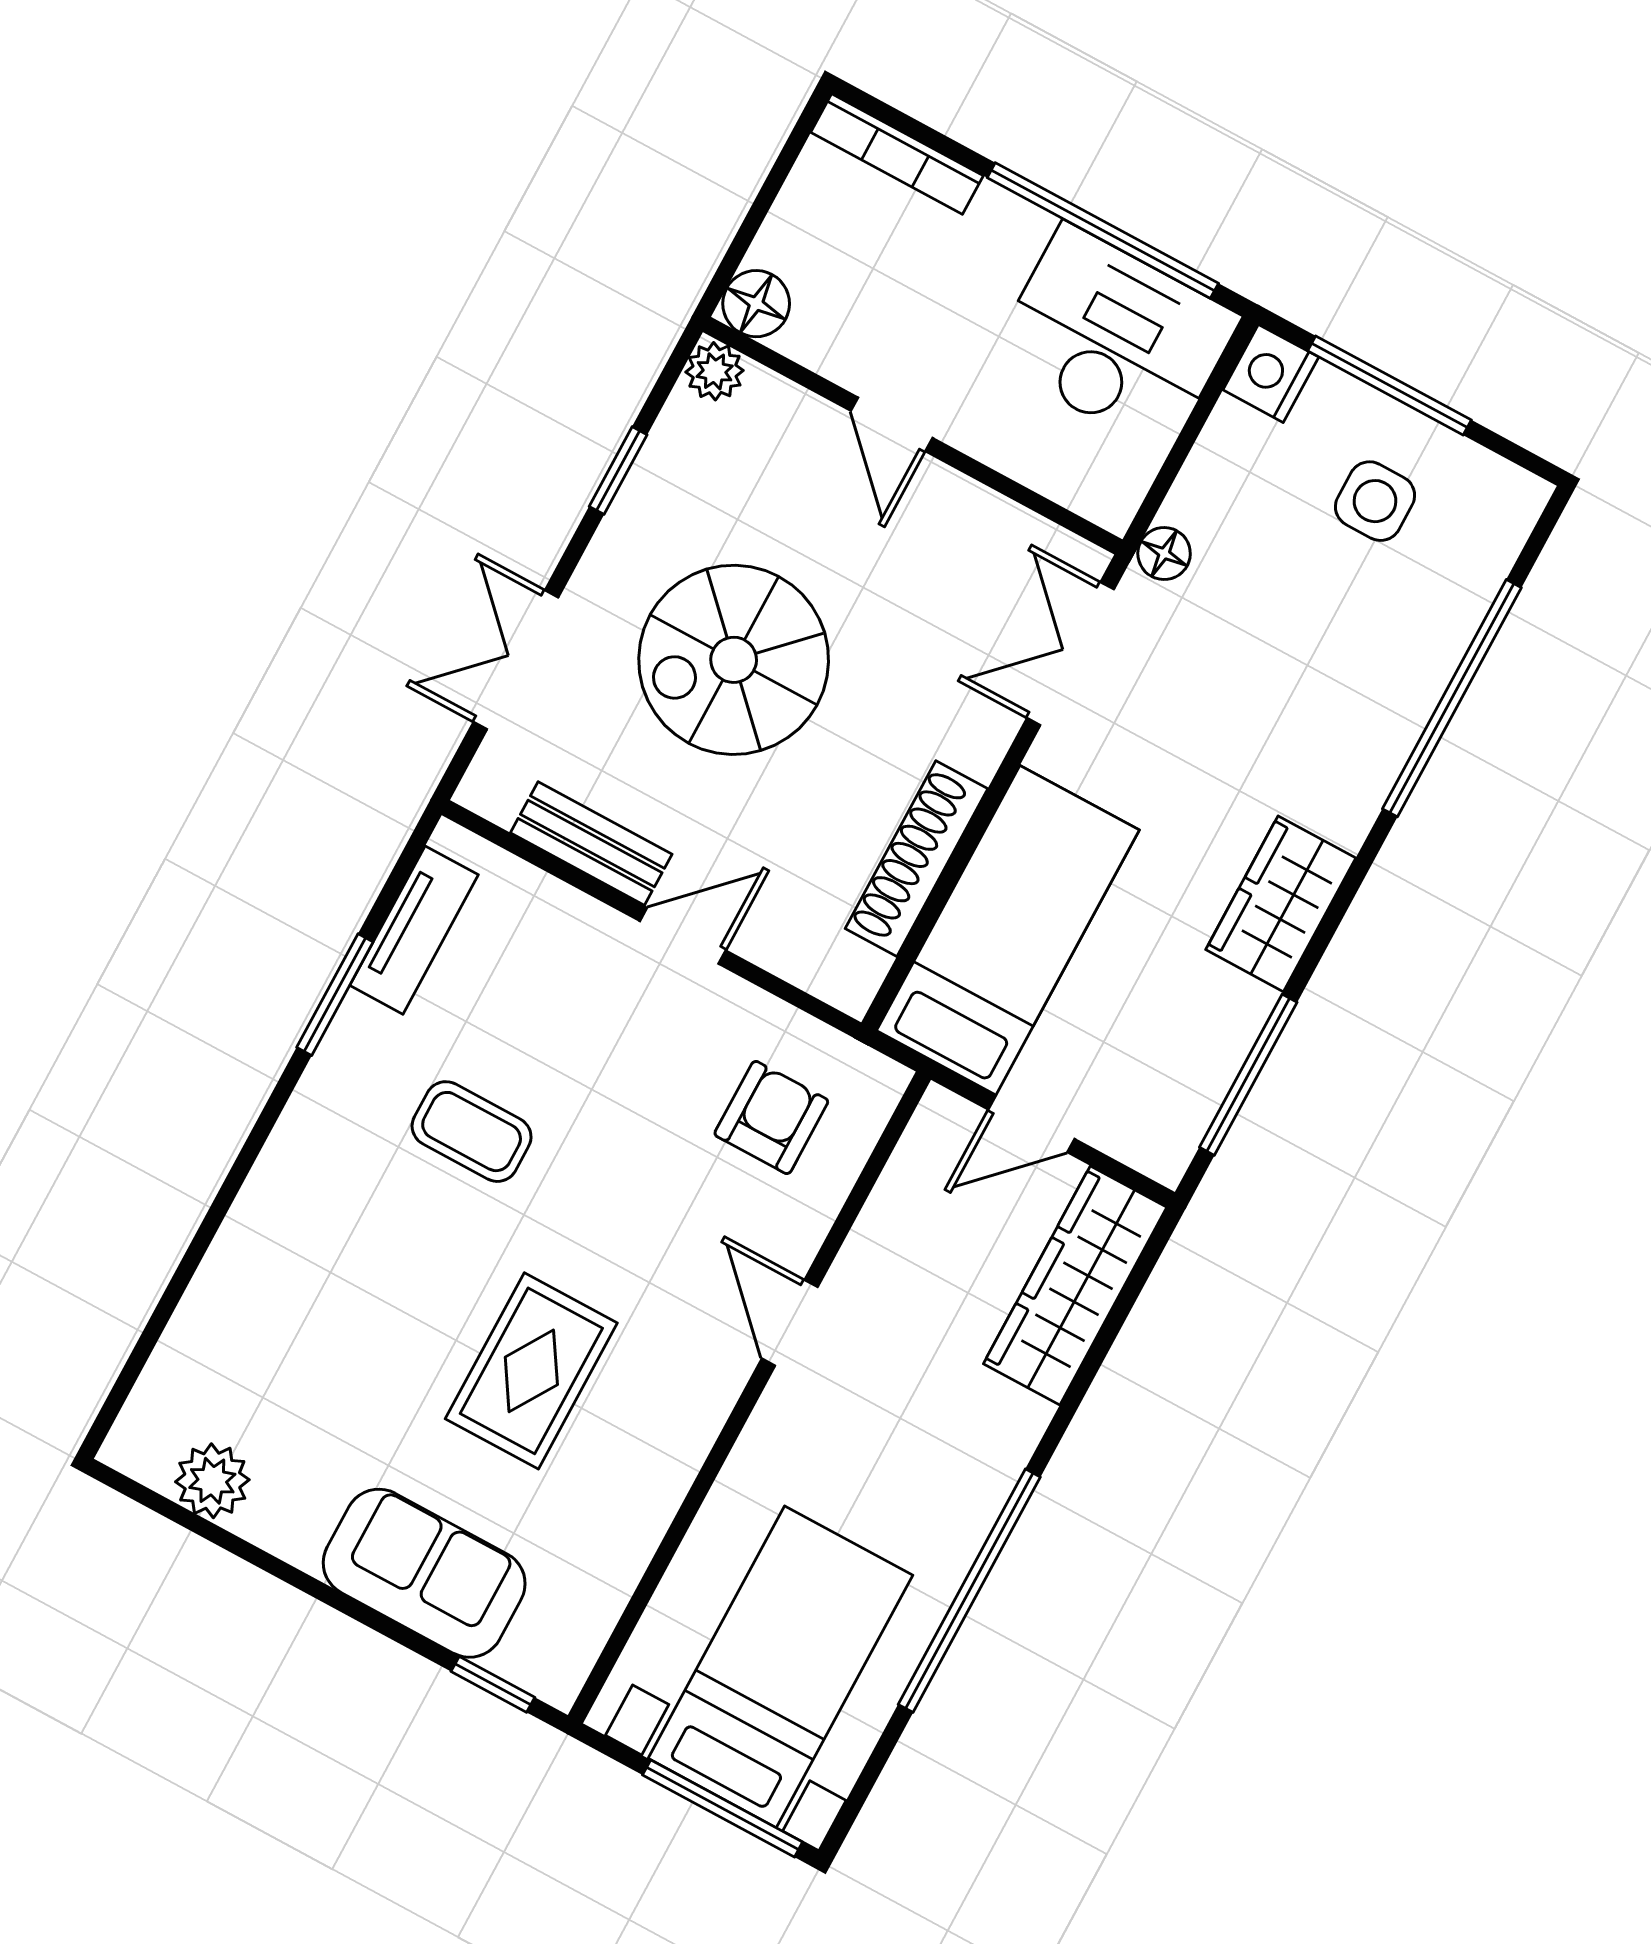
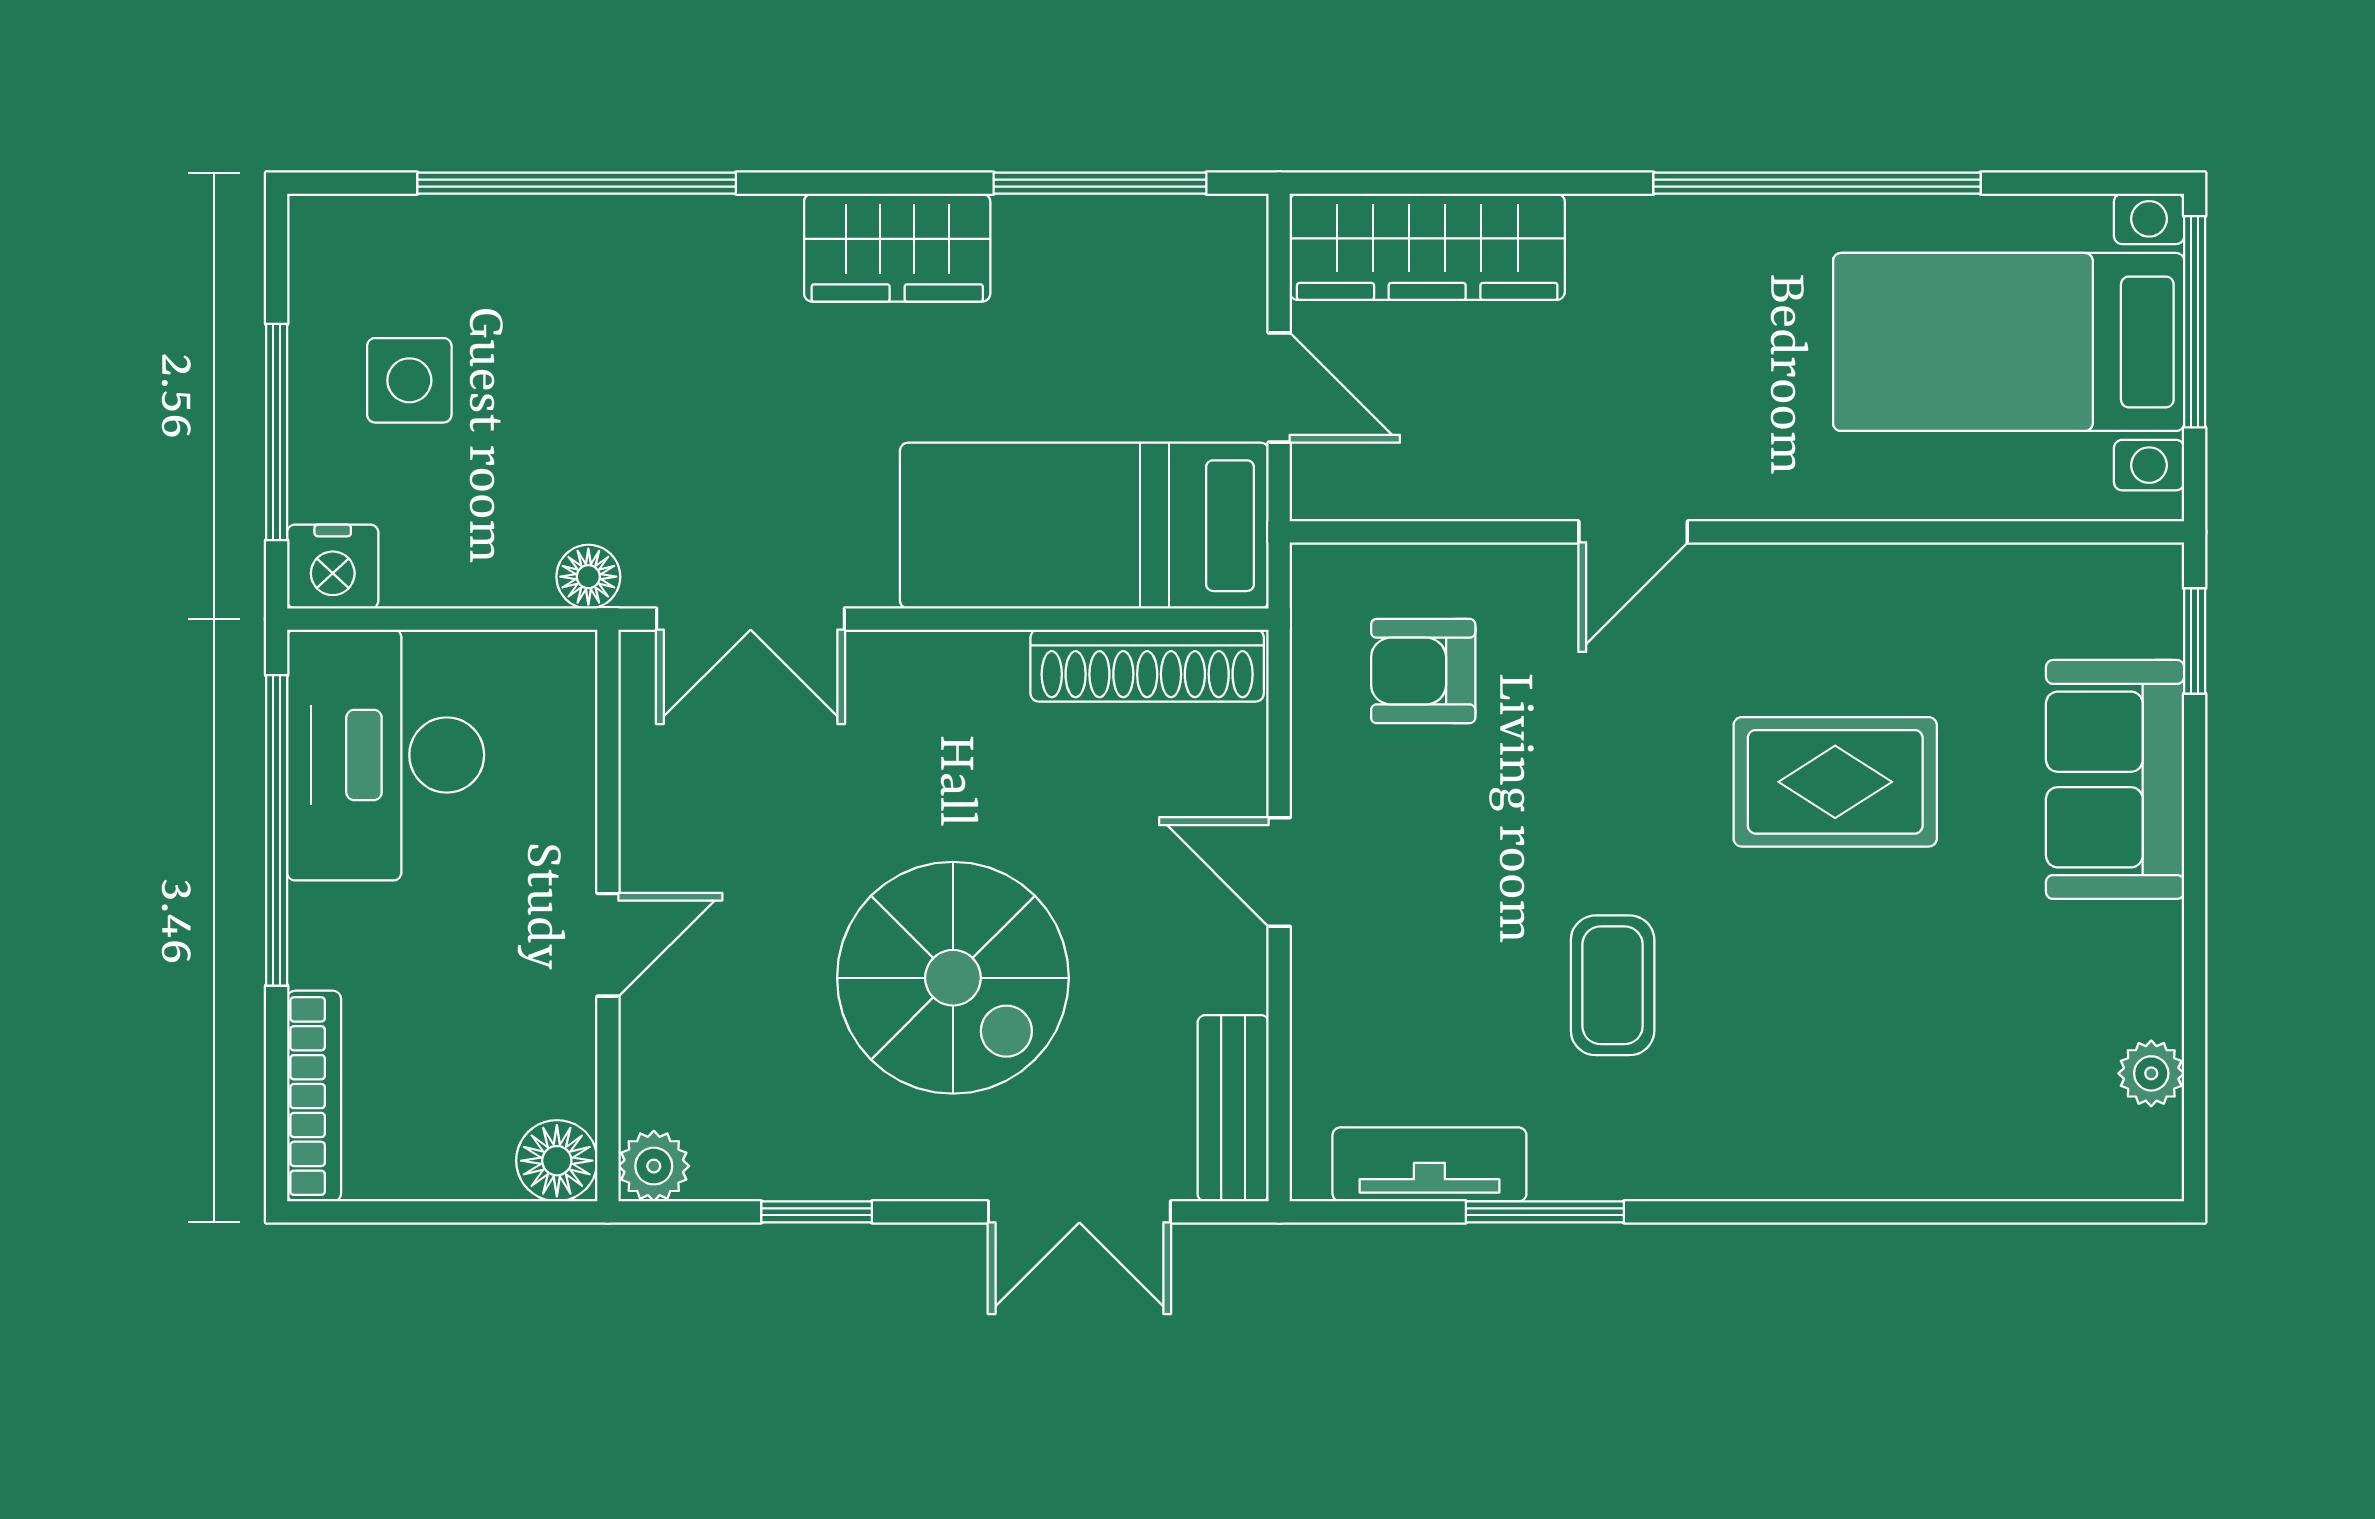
bench: (591, 843) -> (1233, 1108), moved
shoe rack: (916, 859) -> (1147, 666), moved
plant: (212, 1481) -> (2151, 1073), width x0.73, depth x0.73

